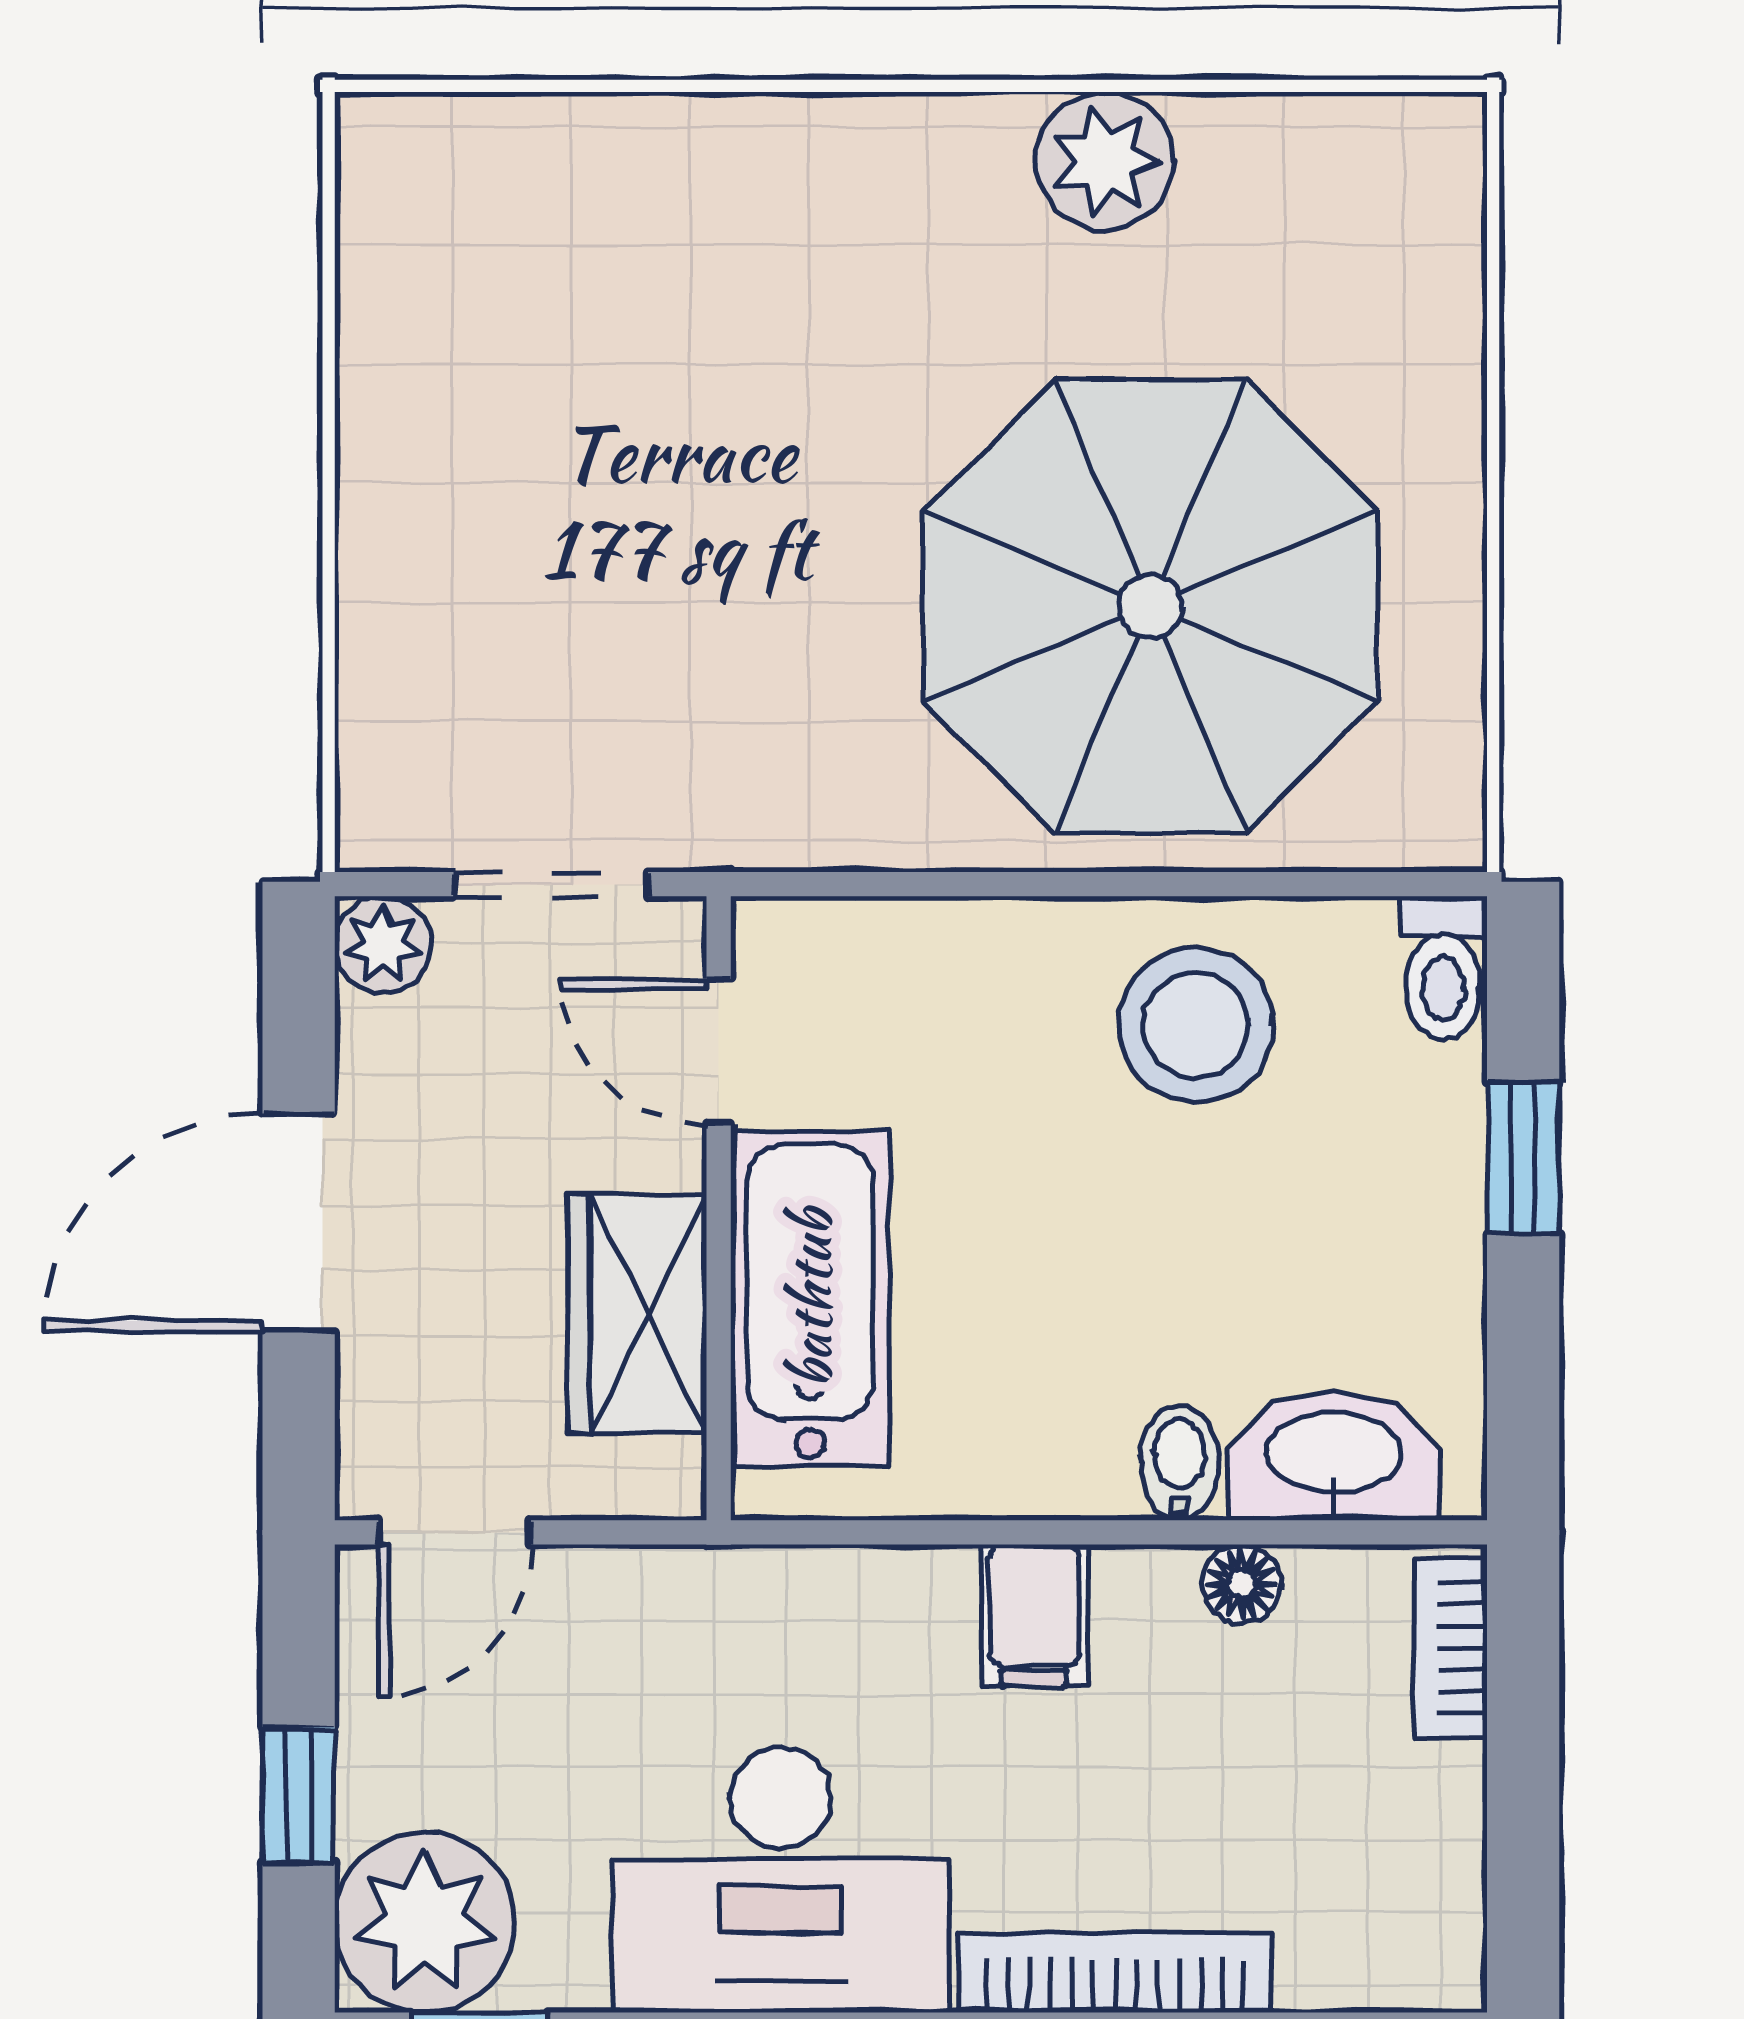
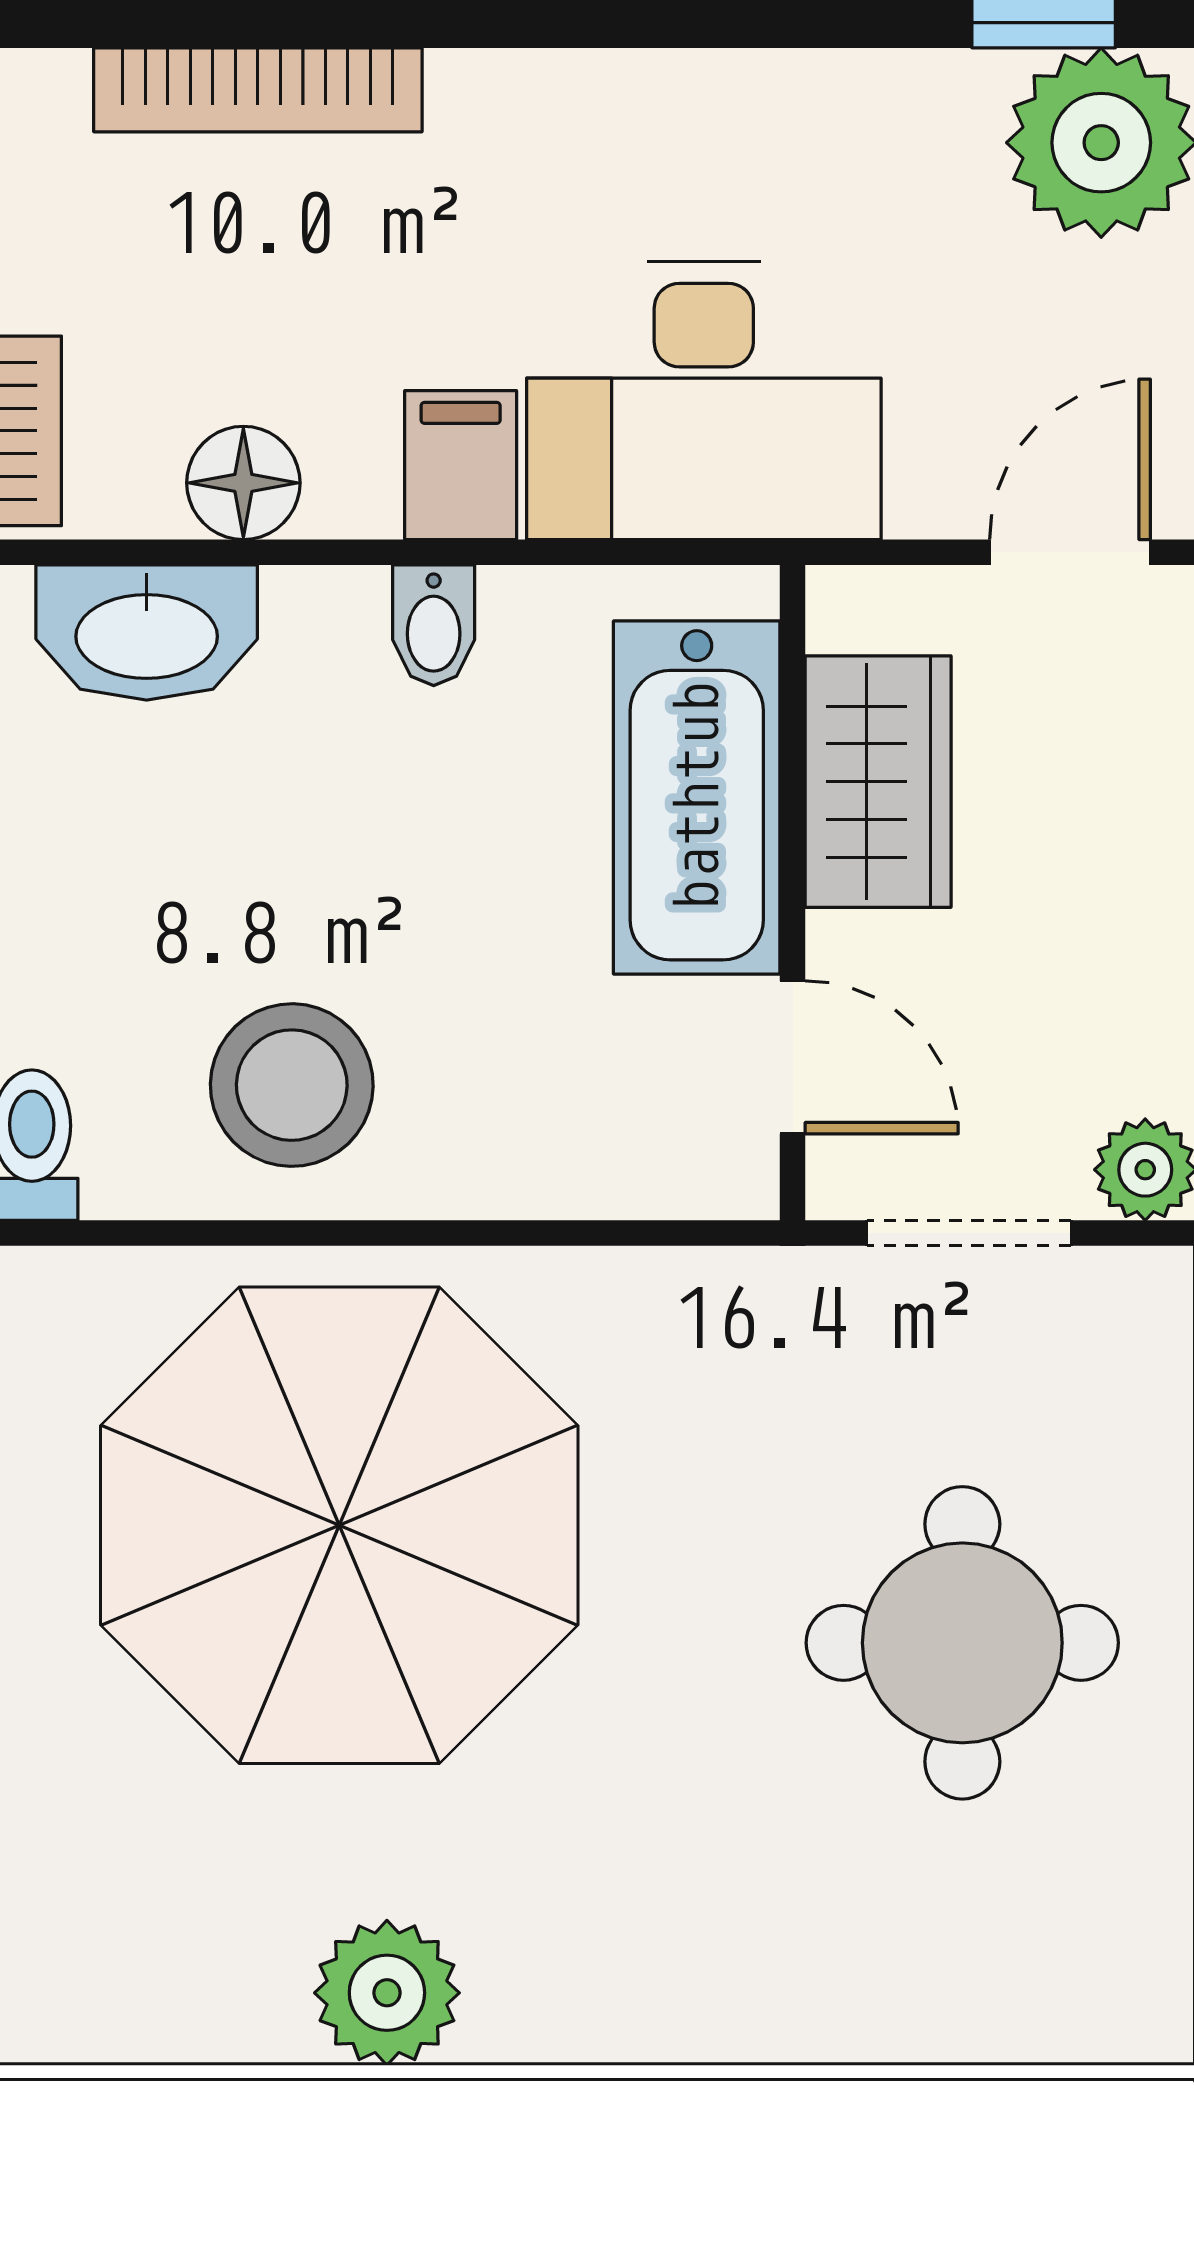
round table: (557, 494) -> (962, 1643), added
bidet: (1180, 1463) -> (434, 625), moved
floor lamp: (1242, 1584) -> (243, 483), width x1.37, depth x1.37
desk: (781, 1880) -> (704, 400), moved, turned 180
bookcase: (1115, 1973) -> (258, 90), moved

